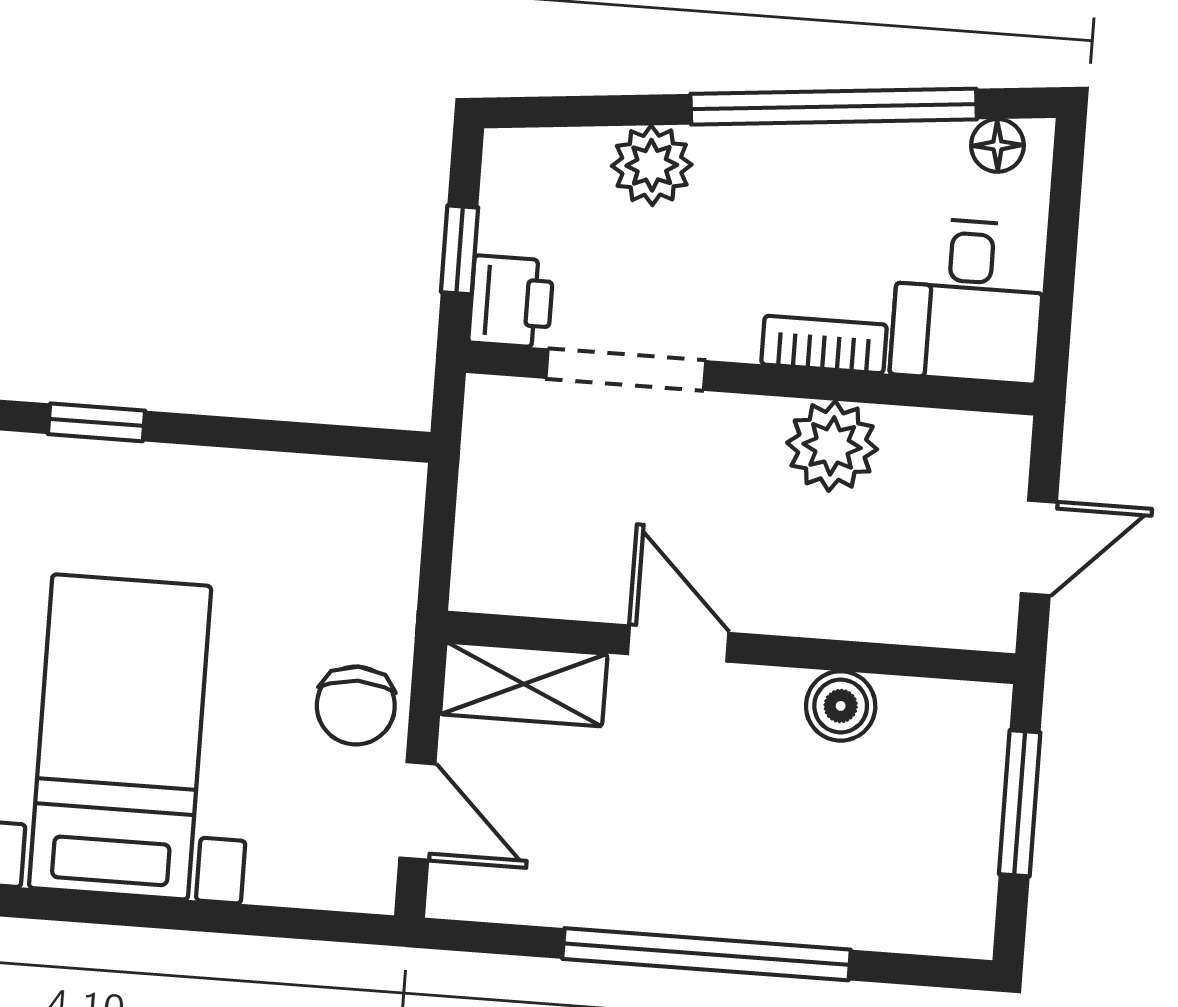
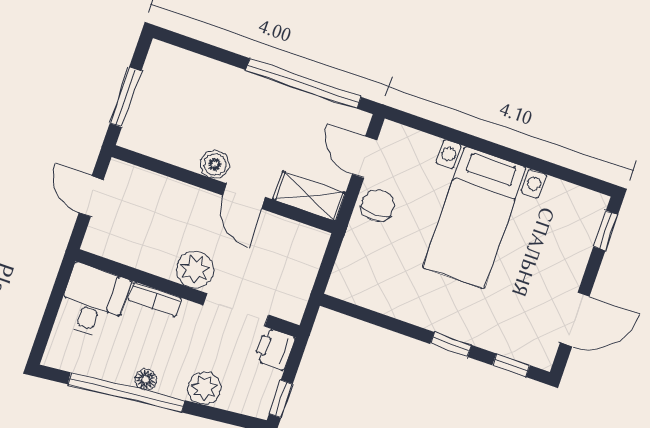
floor lamp: (997, 145) -> (146, 379), moved
window: (460, 250) -> (281, 399), moved
plant: (832, 446) -> (195, 270), moved
door: (1039, 548) -> (91, 196), hinge flipped
boiler: (841, 706) -> (215, 164), moved
window: (707, 954) -> (303, 84), moved

